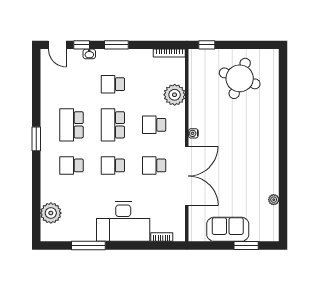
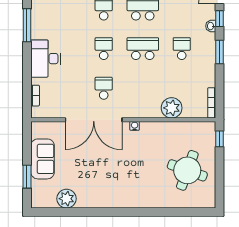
school desk: (154, 125) -> (143, 88), removed
plant: (274, 200) -> (67, 199), width x1.88, depth x1.88
desk: (123, 221) -> (46, 59), width x0.73, depth x0.77

